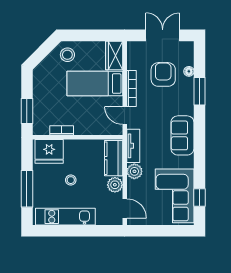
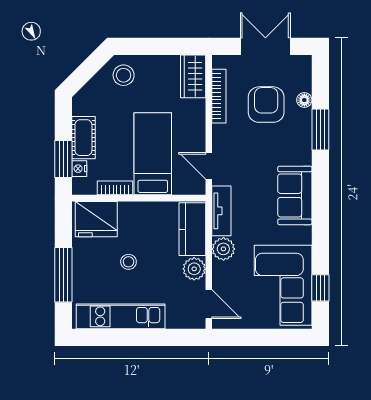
bed: (95, 84) -> (153, 154), moved, turned 90
bookcase: (131, 88) -> (219, 96), moved
cot: (40, 97) -> (83, 138), added
nightstand: (38, 117) -> (79, 169), added

